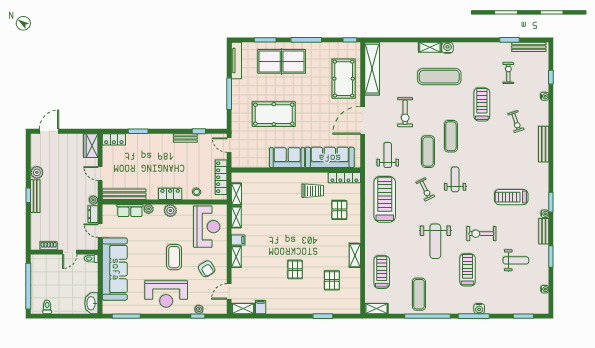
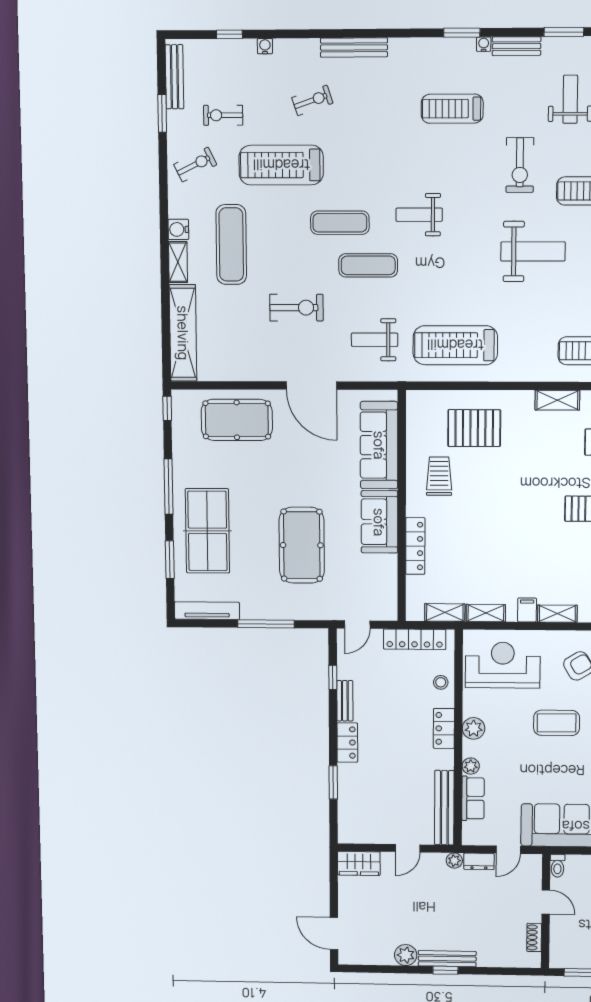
shelving: (372, 69) -> (183, 333), moved, turned 90
treadmill: (482, 104) -> (281, 165), width x1.37, depth x1.38
locker: (114, 139) -> (347, 742), moved
locker: (344, 178) -> (415, 546), moved
exercise bike: (425, 189) -> (195, 165), moved
treadmill: (511, 197) -> (452, 109), turned 90
pallet: (339, 210) -> (474, 428), width x1.50, depth x1.42

